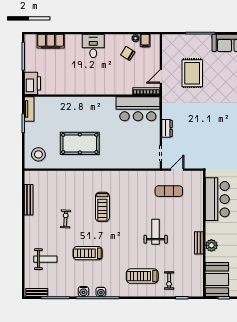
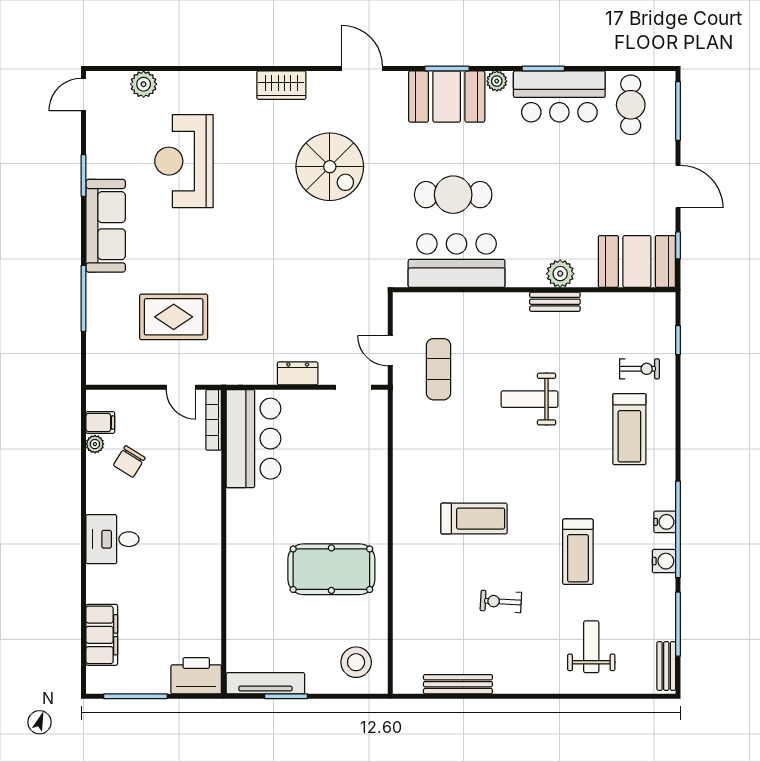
tv unit: (29, 109) -> (265, 683), width x1.41
pool table: (80, 143) -> (331, 569), turned 90

